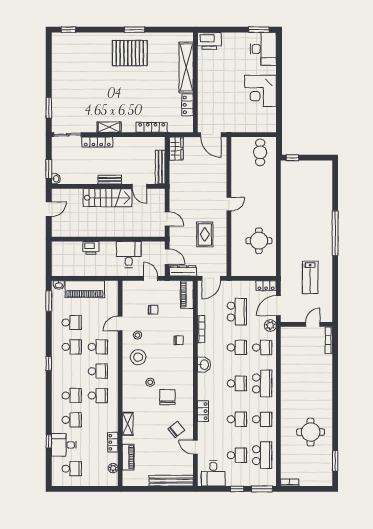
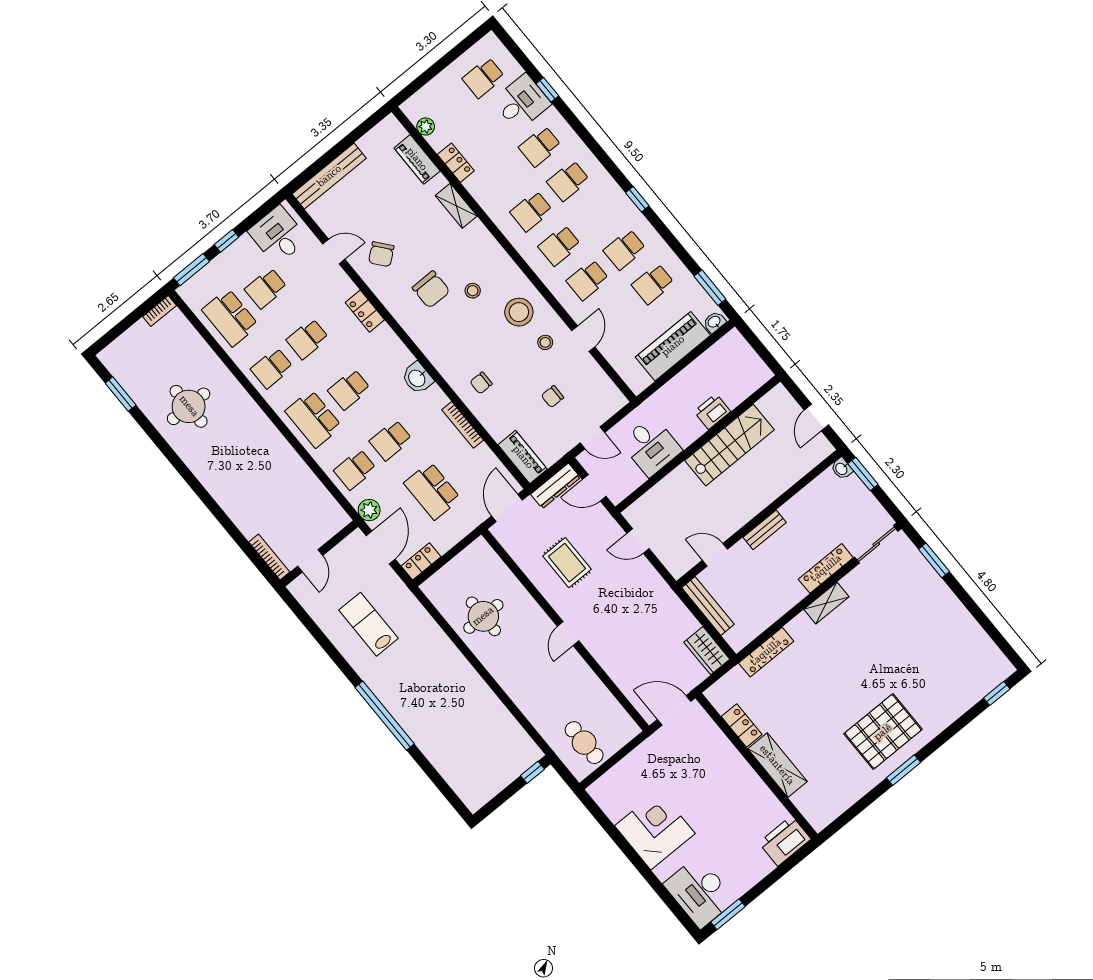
shelving: (186, 67) -> (777, 765), width x0.68
stairs: (108, 198) -> (729, 445), moved, turned 180

